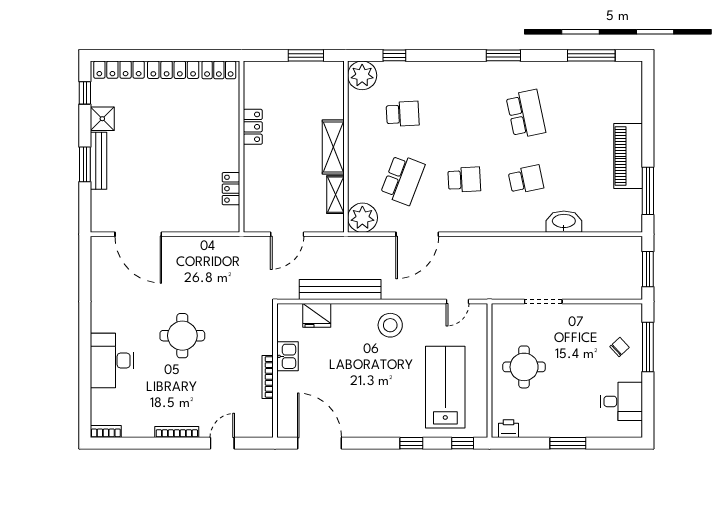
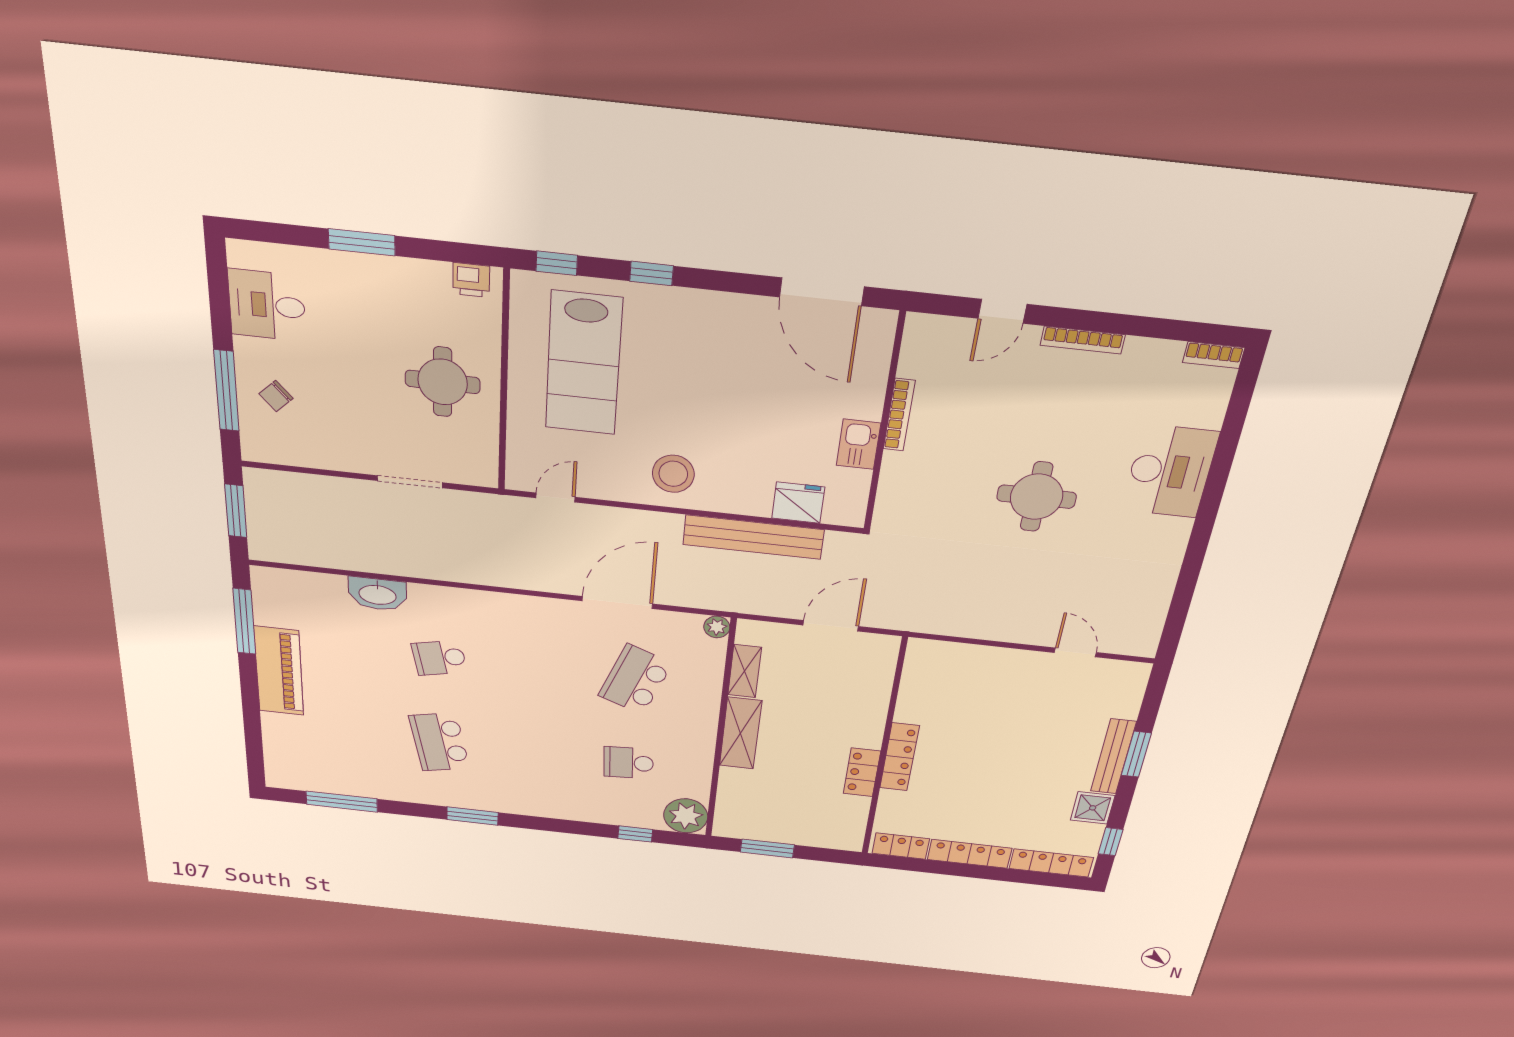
school desk: (464, 180) -> (537, 669), removed
locker: (231, 189) -> (899, 757), moved, width x1.53
plant: (362, 218) -> (717, 627), width x0.53, depth x0.53
door: (138, 234) -> (1075, 652), width x0.53

